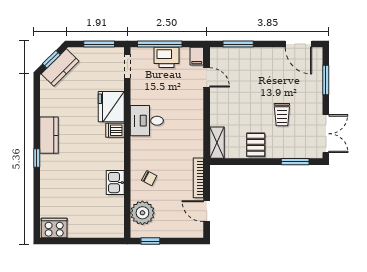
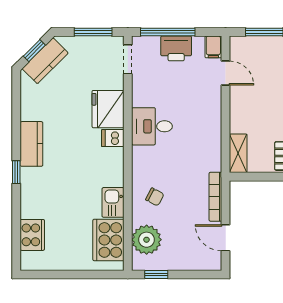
cooker: (112, 213) -> (108, 240), added
cooker: (54, 228) -> (32, 235), moved, turned 90

